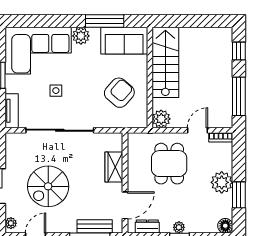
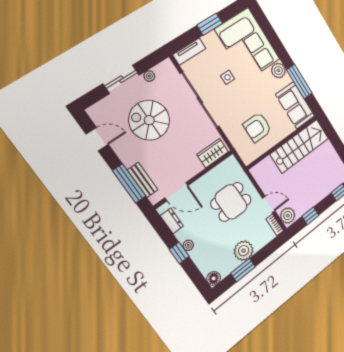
armchair: (119, 93) -> (257, 127), turned 139
window: (239, 96) -> (310, 216), width x0.46
plant: (161, 119) -> (288, 216), moved
wardrobe: (114, 167) -> (213, 153), moved
plant: (11, 223) -> (149, 76), moved

